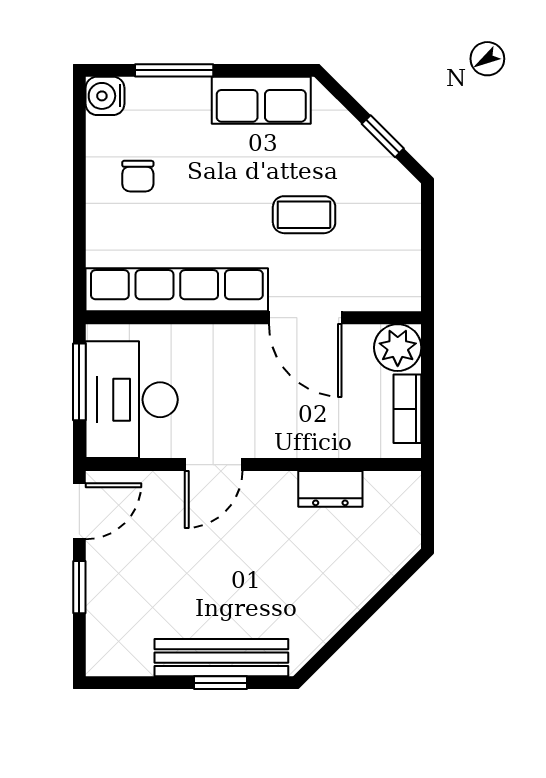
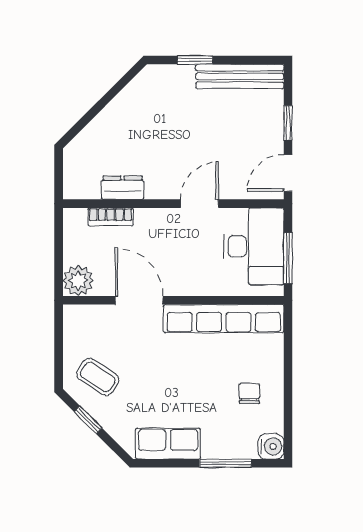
coffee table: (304, 215) -> (98, 377), moved, turned 33
bookcase: (407, 409) -> (111, 217), moved, turned 90
bench: (221, 658) -> (240, 76), moved

